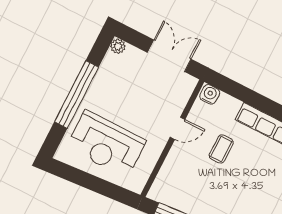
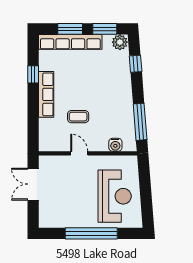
plant: (118, 46) -> (44, 222), removed
water cooler: (210, 94) -> (115, 145), moved, turned -90

